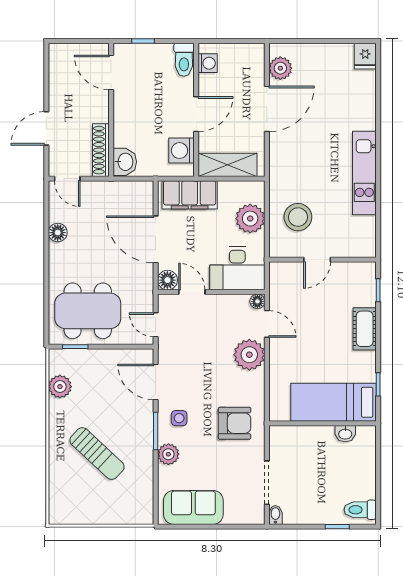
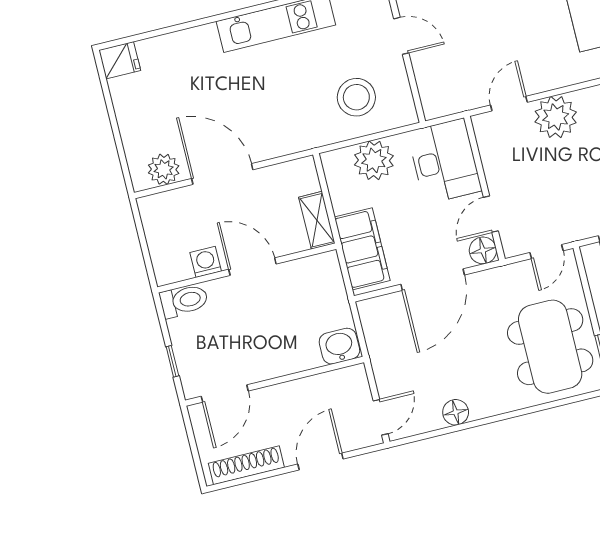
washing machine: (208, 63) -> (206, 262), moved
door: (46, 128) -> (321, 462), swing flipped
shoe rack: (101, 150) -> (246, 465), moved, turned 180
washing machine: (181, 151) -> (306, 274), removed
shelving: (228, 165) -> (317, 220), width x0.67, depth x0.75
door: (317, 260) -> (401, 36), moved
floor lamp: (257, 301) -> (482, 124), removed

